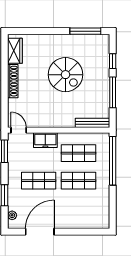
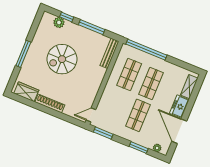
window: (85, 31) -> (23, 54), moved
plant: (103, 55) -> (59, 22), added
spiral stairs: (66, 75) -> (62, 59), turned 180
freezer: (45, 140) -> (179, 106), moved, turned 180
shelving: (92, 223) -> (189, 87), added

